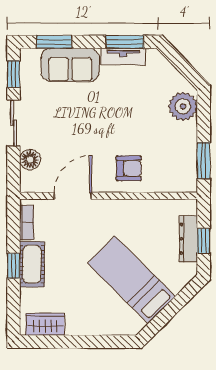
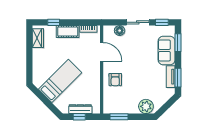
window: (13, 266) -> (54, 22), moved

